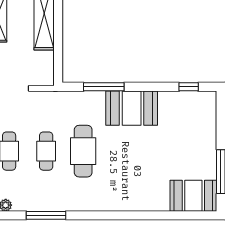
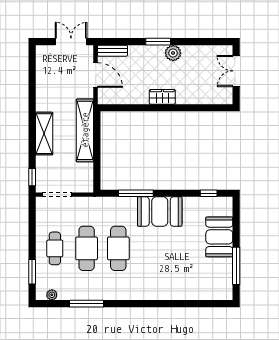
cafe table: (46, 151) -> (87, 248), width x1.37, depth x1.35
booth: (193, 196) -> (219, 237), moved, turned 90

